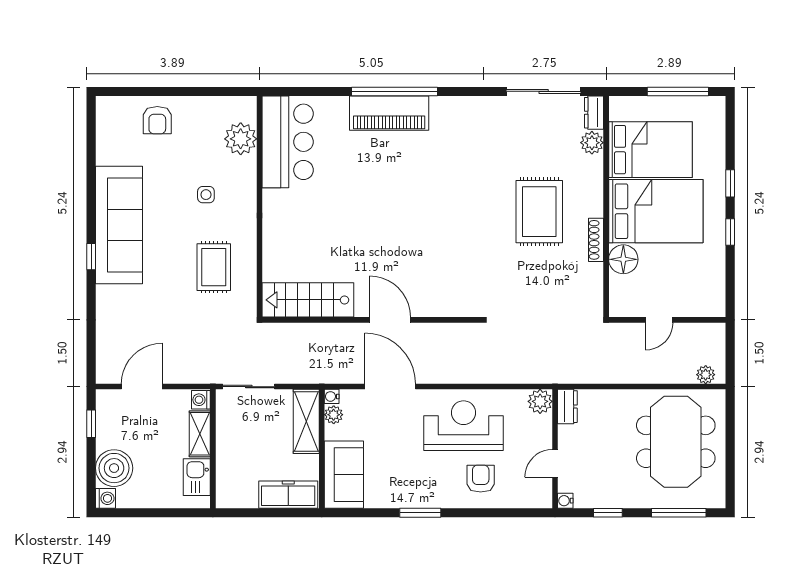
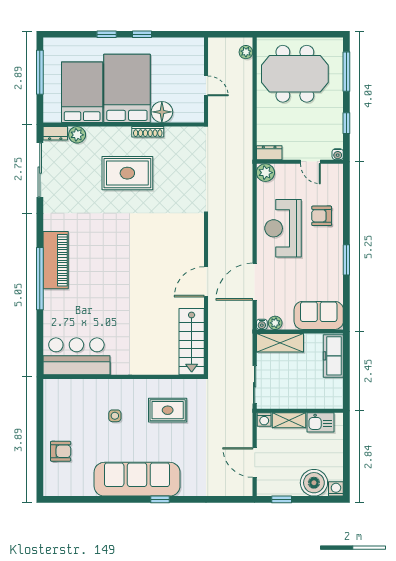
piano: (389, 113) -> (56, 260), moved
plant: (241, 139) -> (74, 391), removed

